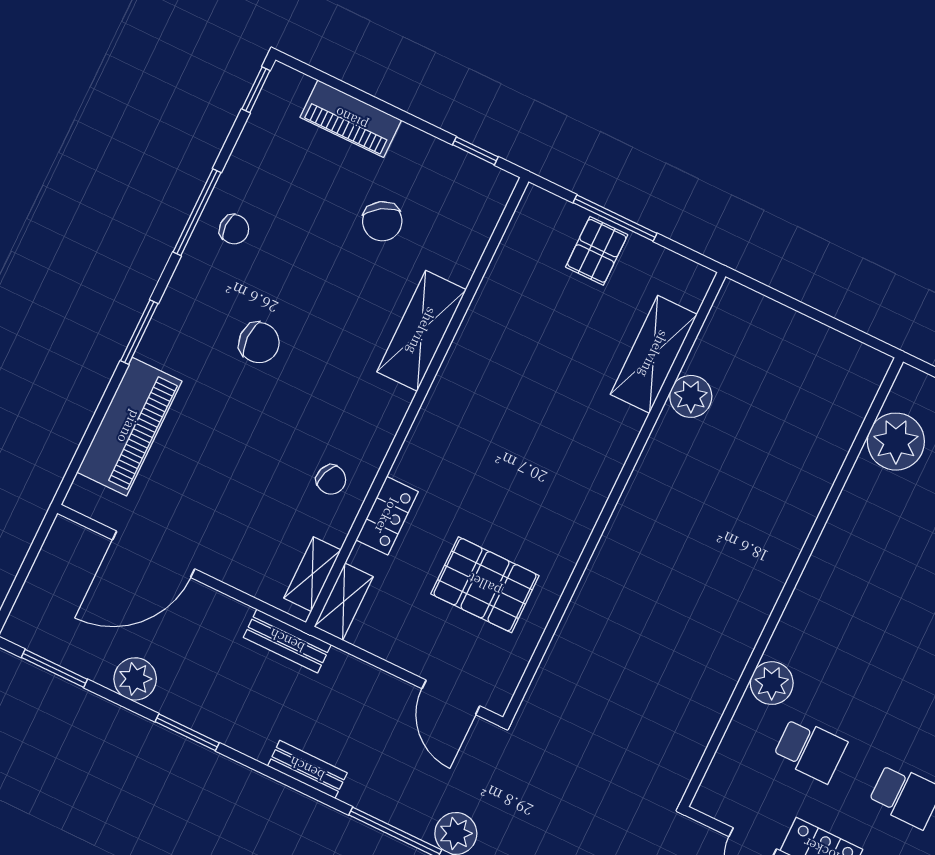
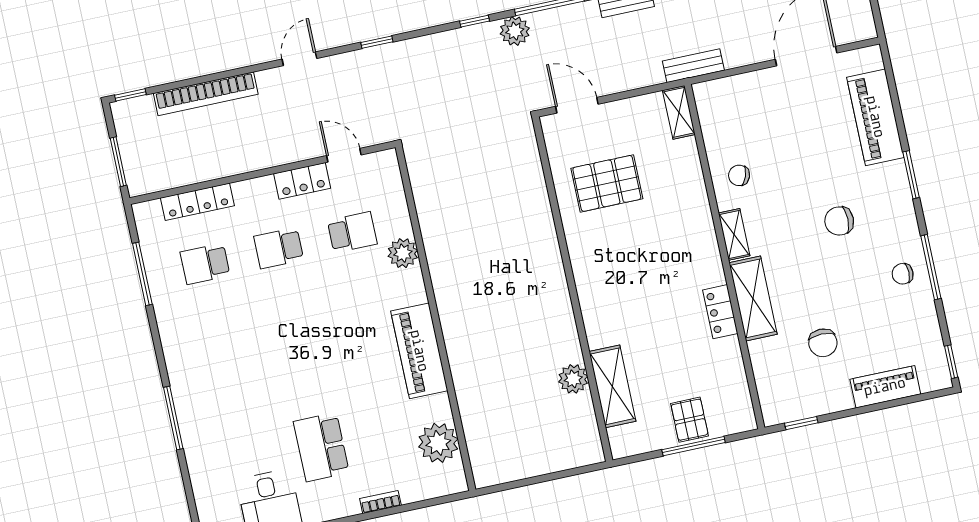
chair: (382, 221) -> (823, 343), turned -148
locker: (387, 516) -> (720, 312), moved
piano: (838, 560) -> (419, 351), added
shelving: (312, 574) -> (734, 234), moved
school desk: (810, 750) -> (352, 232), turned 180

